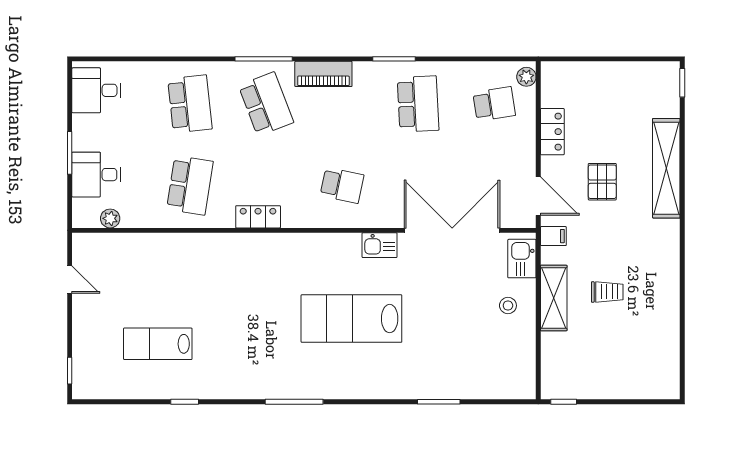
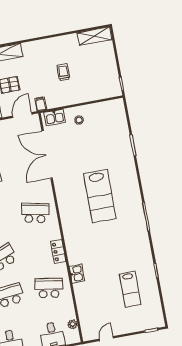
school desk: (342, 185) -> (35, 213), width x1.85
kitchen sink: (380, 245) -> (77, 274), moved
shelving: (554, 298) -> (94, 36), moved

